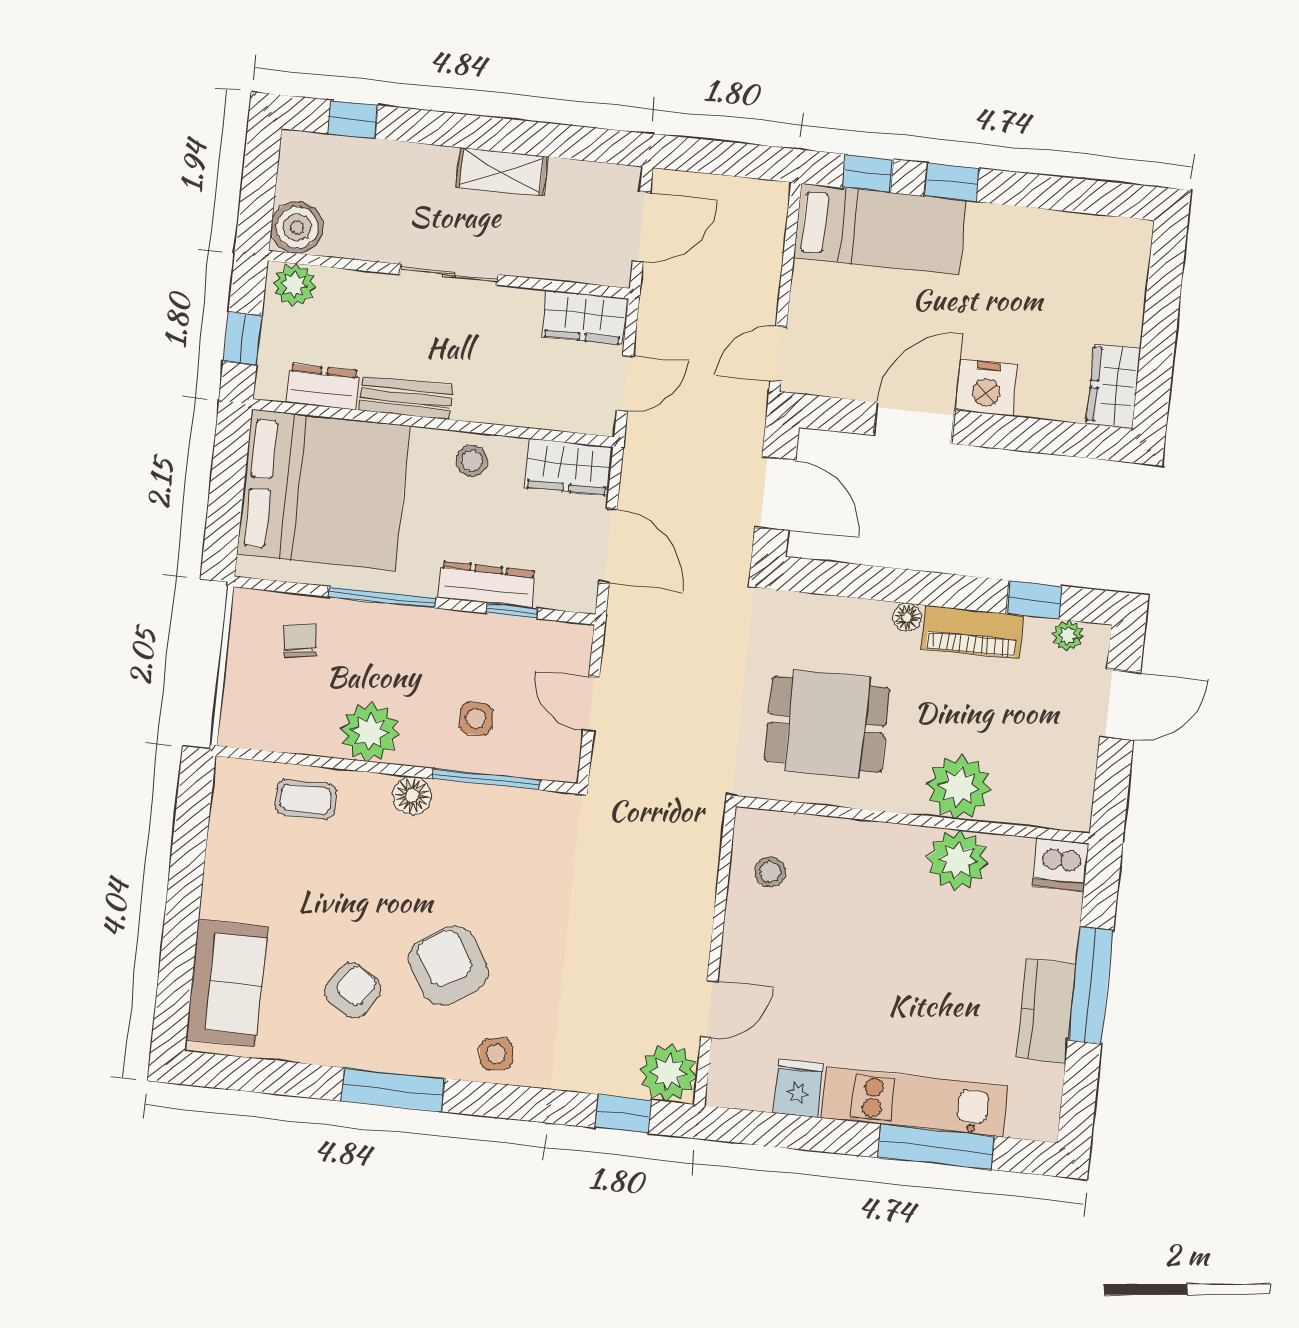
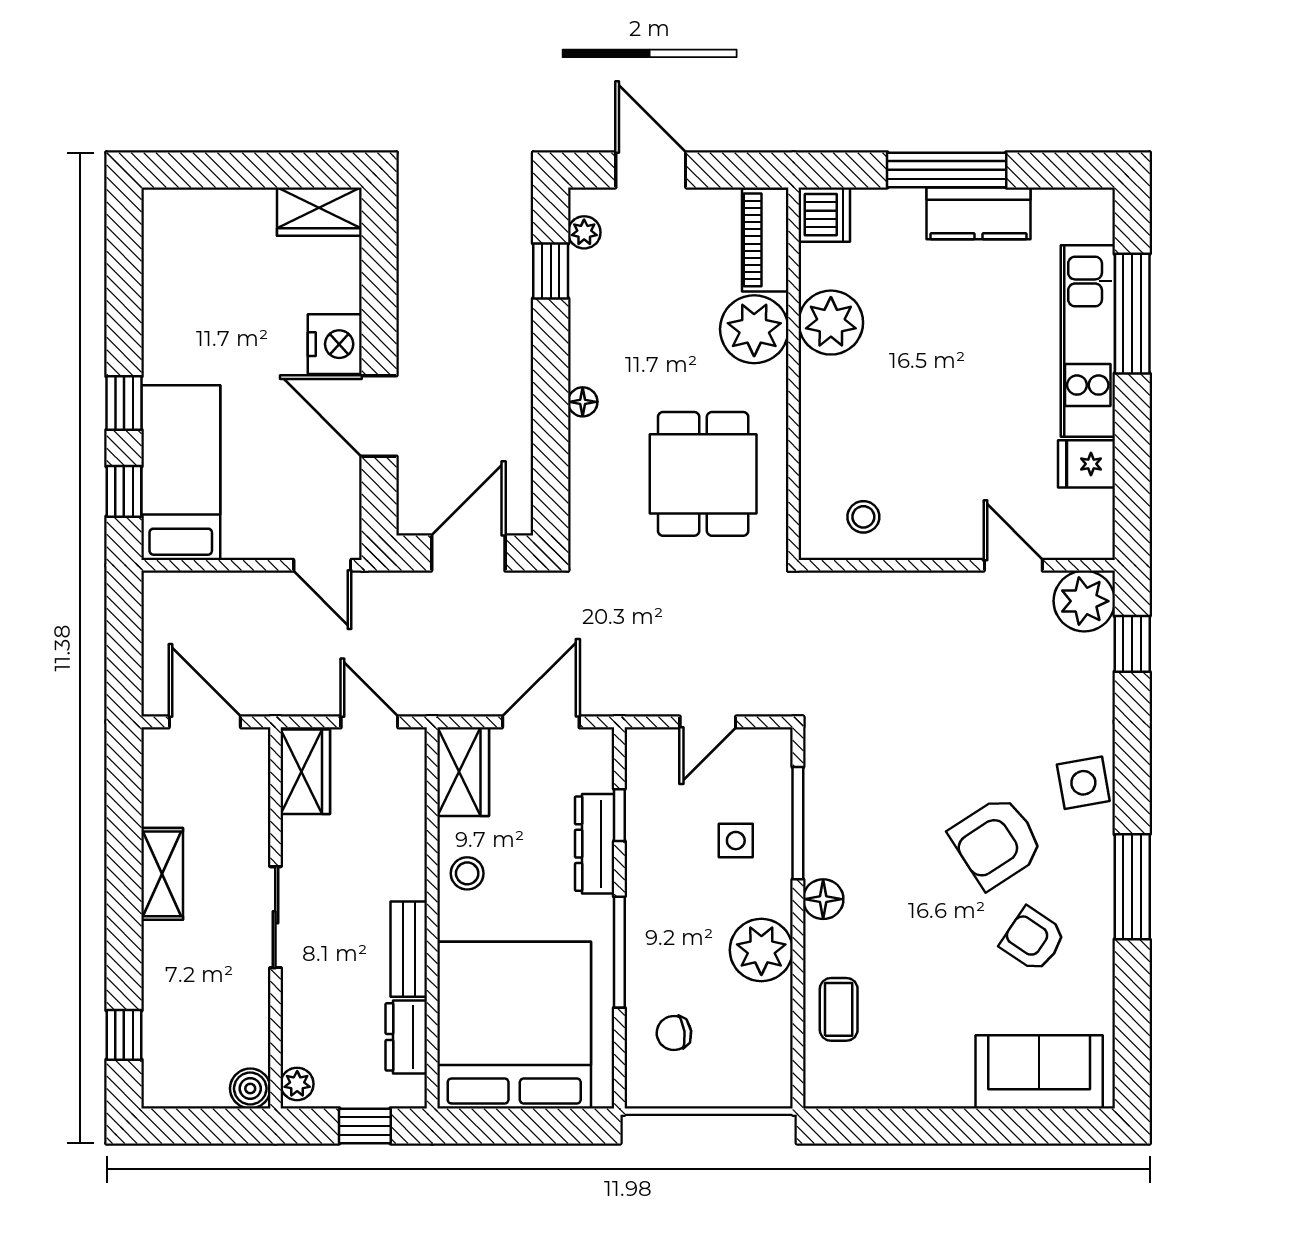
boiler: (297, 227) -> (250, 1089), width x0.73, depth x0.73
plant: (294, 285) -> (297, 1084), width x0.73, depth x0.73
piano: (972, 632) -> (765, 240), moved, turned 180
side table: (496, 1054) -> (1083, 783), width x1.37, depth x1.37

